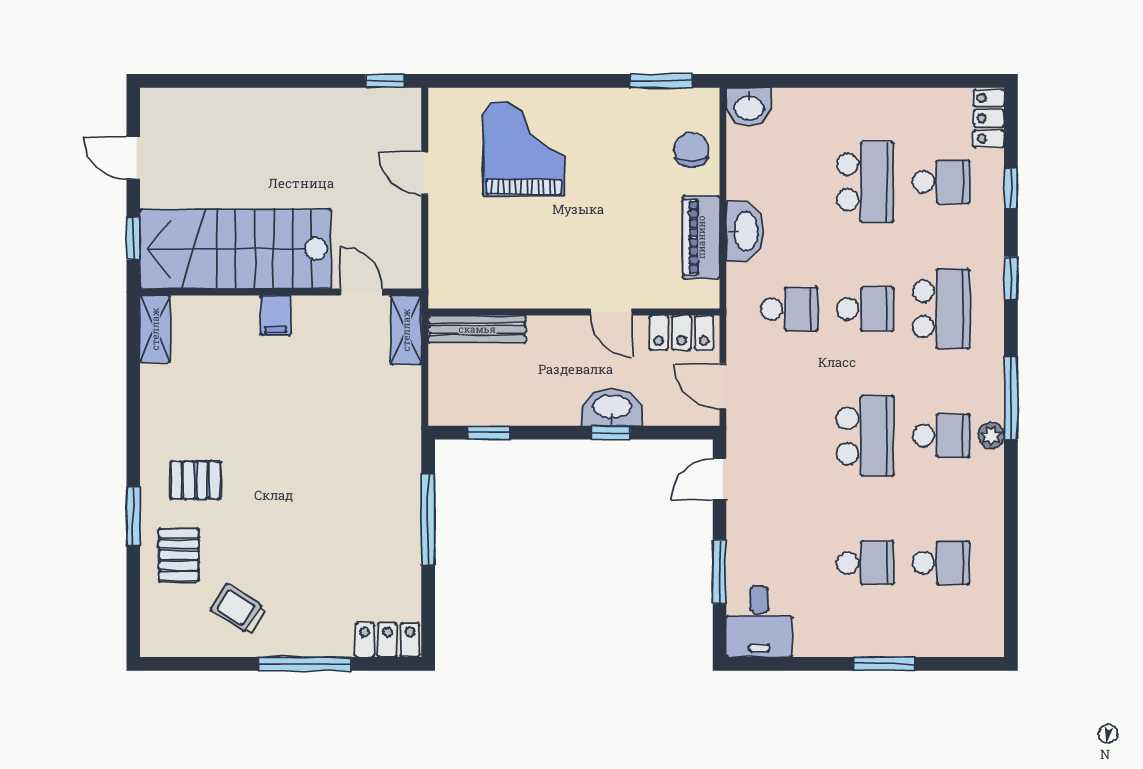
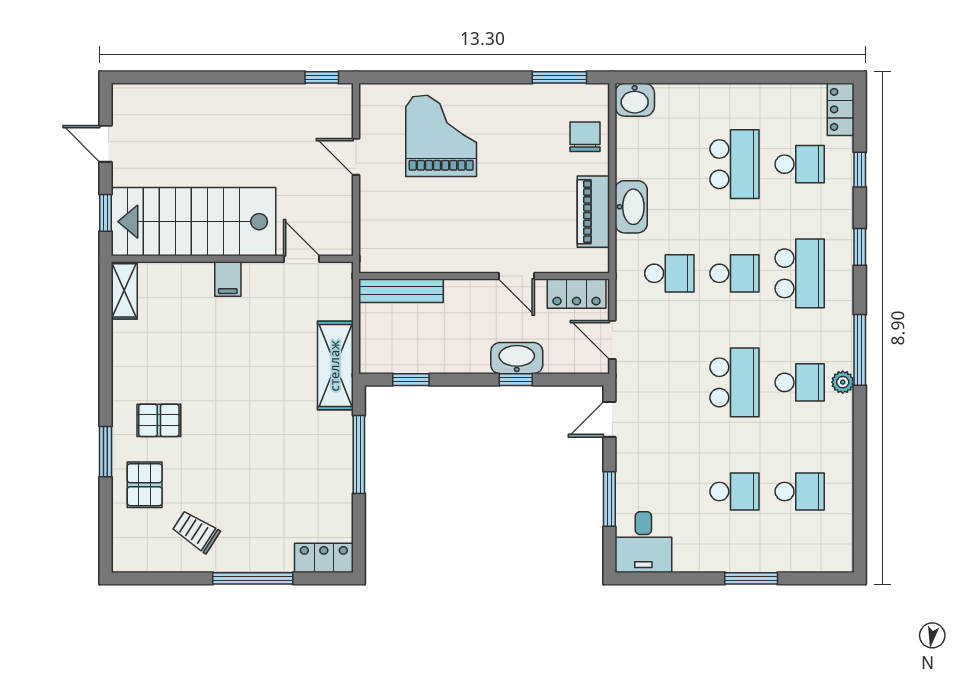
shelving: (406, 330) -> (335, 366), moved, width x1.50, depth x1.33

